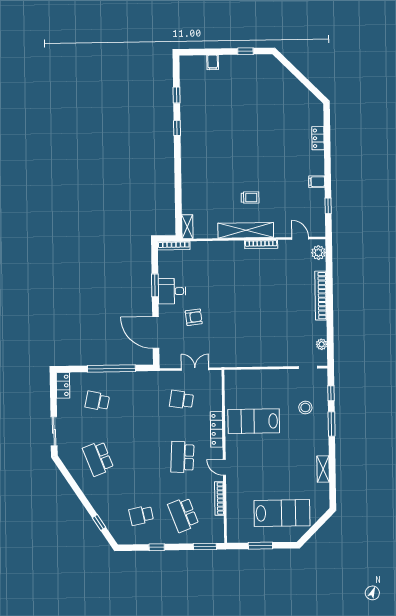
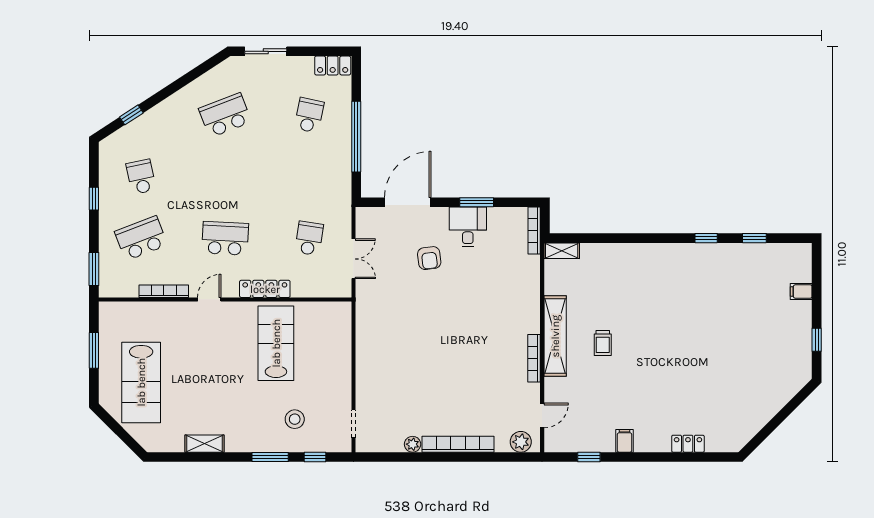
plant: (322, 344) -> (413, 444), moved

